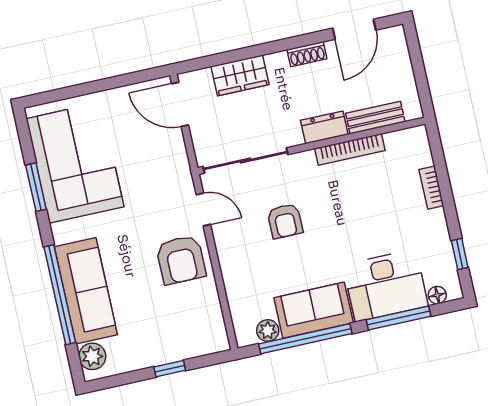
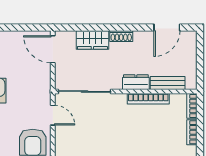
shoe rack: (307, 54) -> (121, 36), moved
bookcase: (422, 146) -> (192, 106), added
armchair: (285, 221) -> (100, 133), removed

